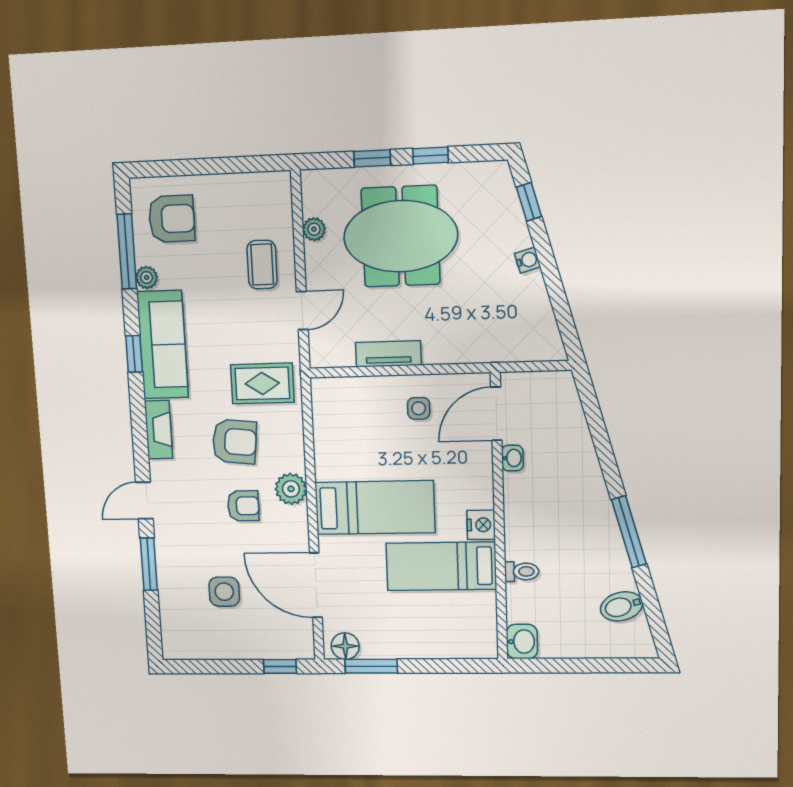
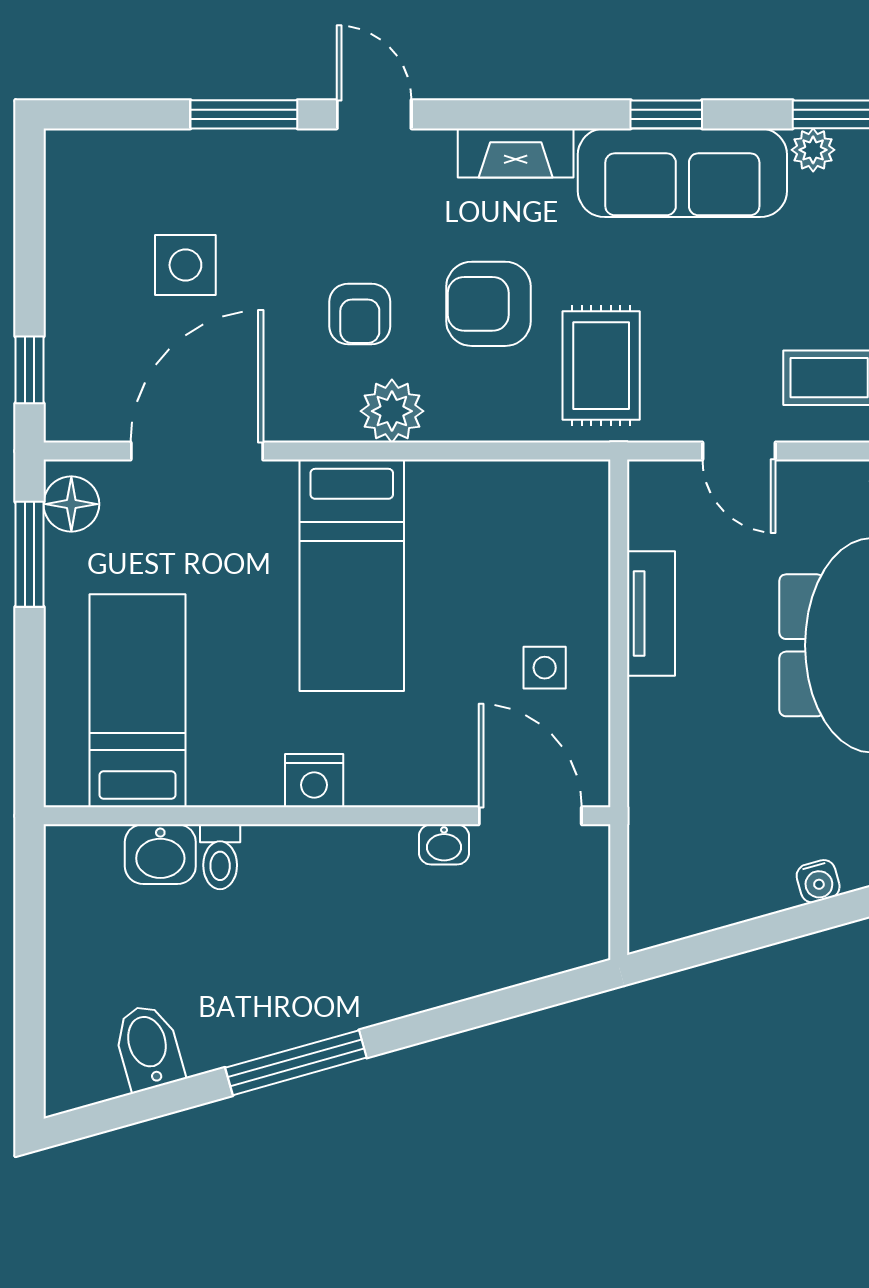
armchair: (234, 442) -> (488, 304), turned 84
bed: (441, 566) -> (137, 701), moved
washbasin: (522, 642) -> (160, 854), moved

